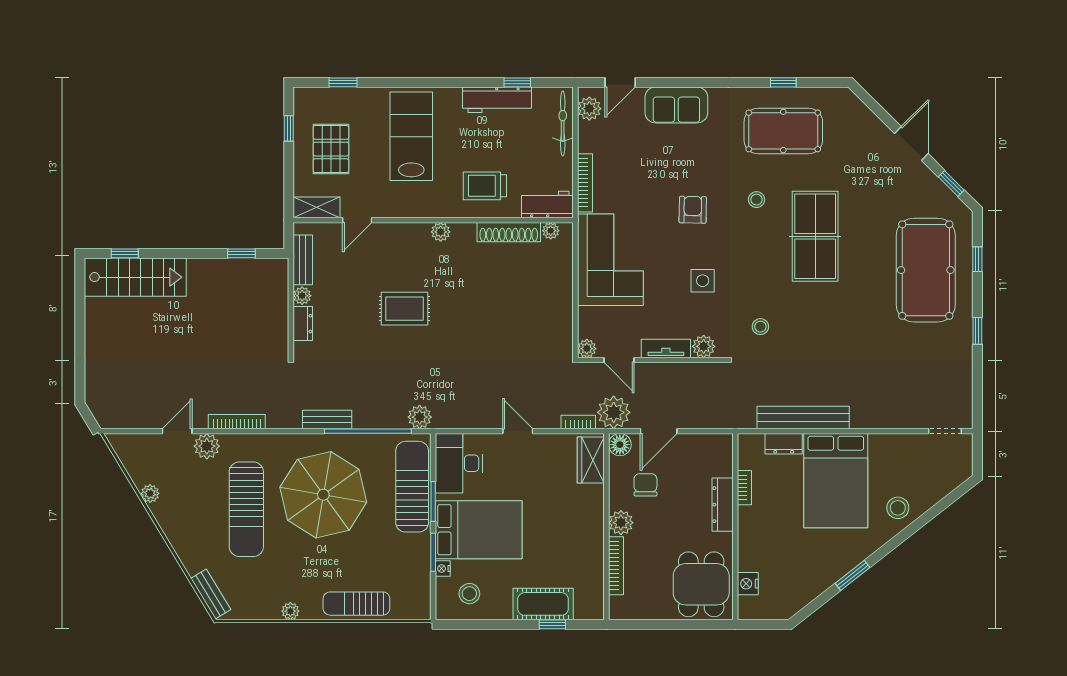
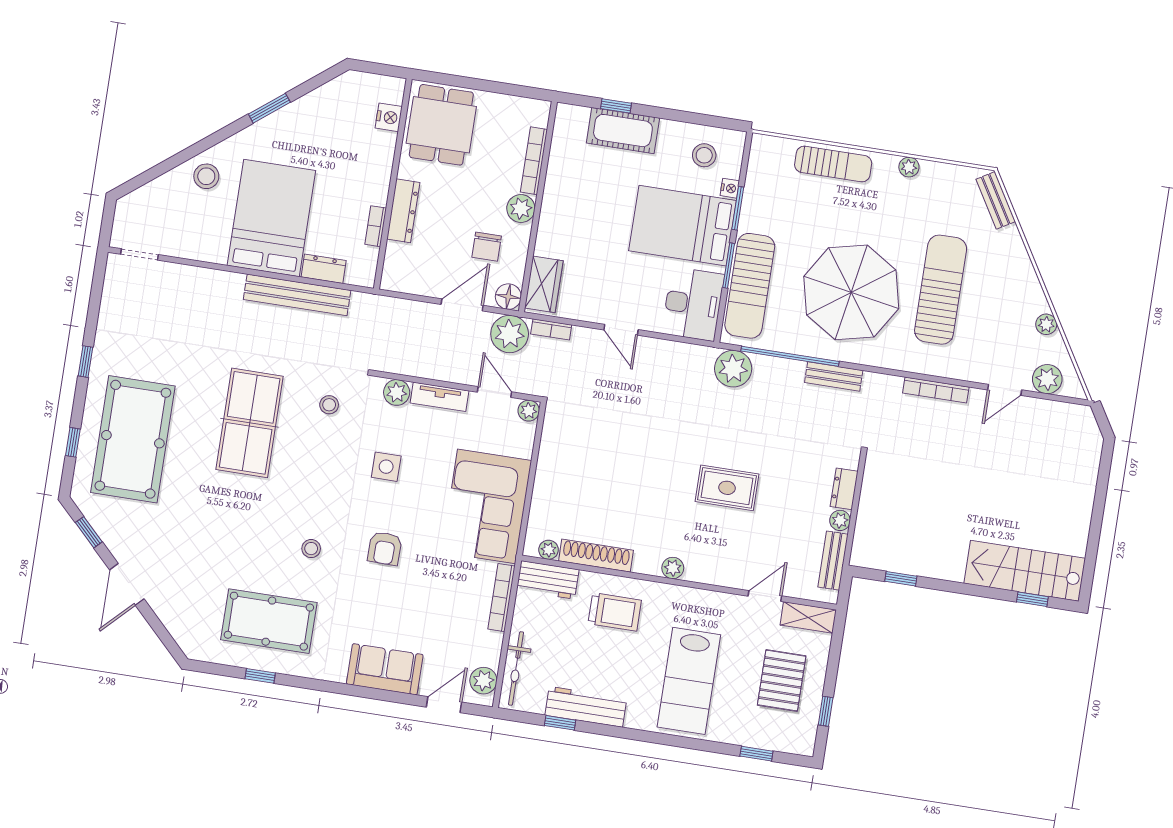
table tennis table: (815, 236) -> (250, 423), moved
plant: (420, 417) -> (733, 369), width x1.36, depth x1.36
plant: (207, 446) -> (1047, 379), moved

